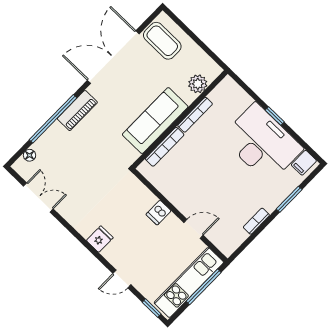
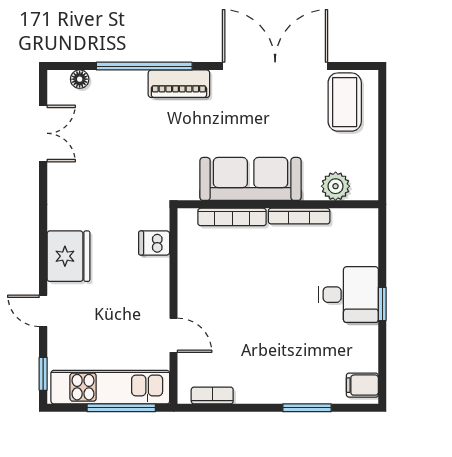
desk: (262, 143) -> (348, 295), width x0.53, depth x0.77
dishwasher: (159, 213) -> (154, 243), moved
bookcase: (256, 221) -> (212, 395), moved
fridge: (100, 239) -> (68, 256), width x1.88, depth x1.34

